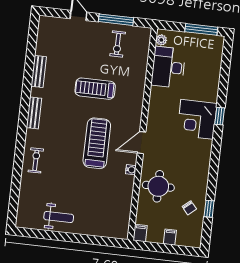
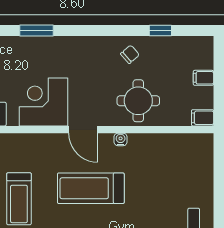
window: (220, 116) -> (37, 30), width x1.50
corner desk: (197, 119) -> (44, 102), moved, turned 180
chair: (189, 208) -> (130, 54), moved

